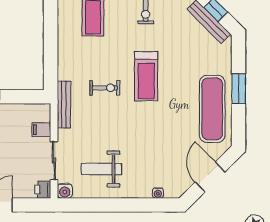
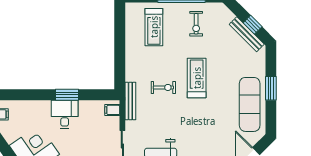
treadmill: (146, 76) -> (197, 78), turned 180
filing cabinet: (41, 130) -> (112, 110), moved

